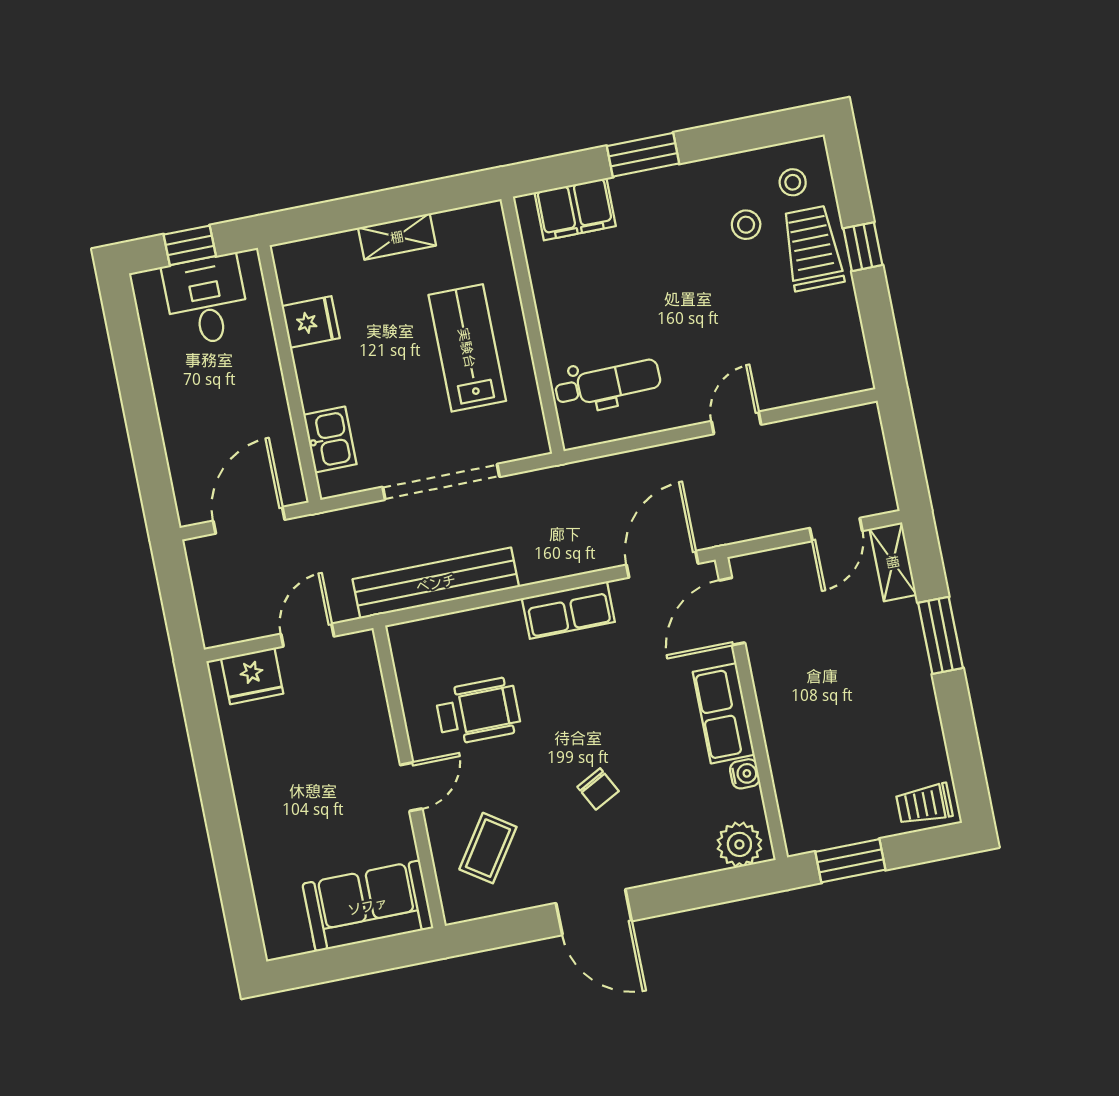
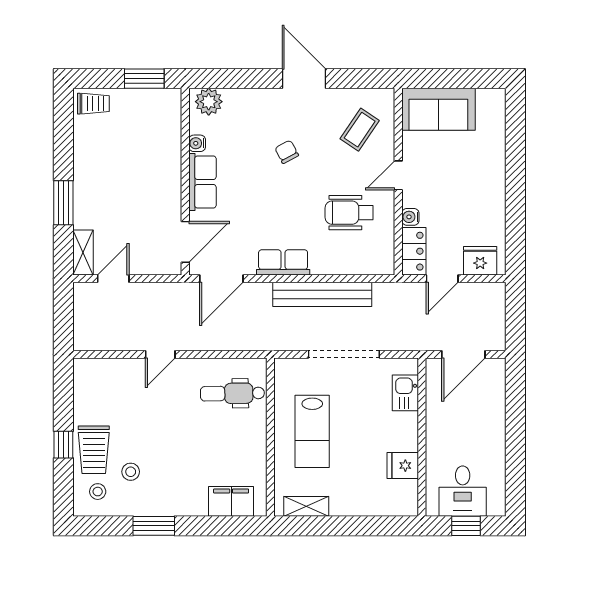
window: (643, 155) -> (154, 526), moved
shelving: (397, 237) -> (306, 506), moved
bench: (436, 583) -> (322, 294), moved
locker: (362, 670) -> (414, 251), added
water cooler: (378, 724) -> (410, 217), added

